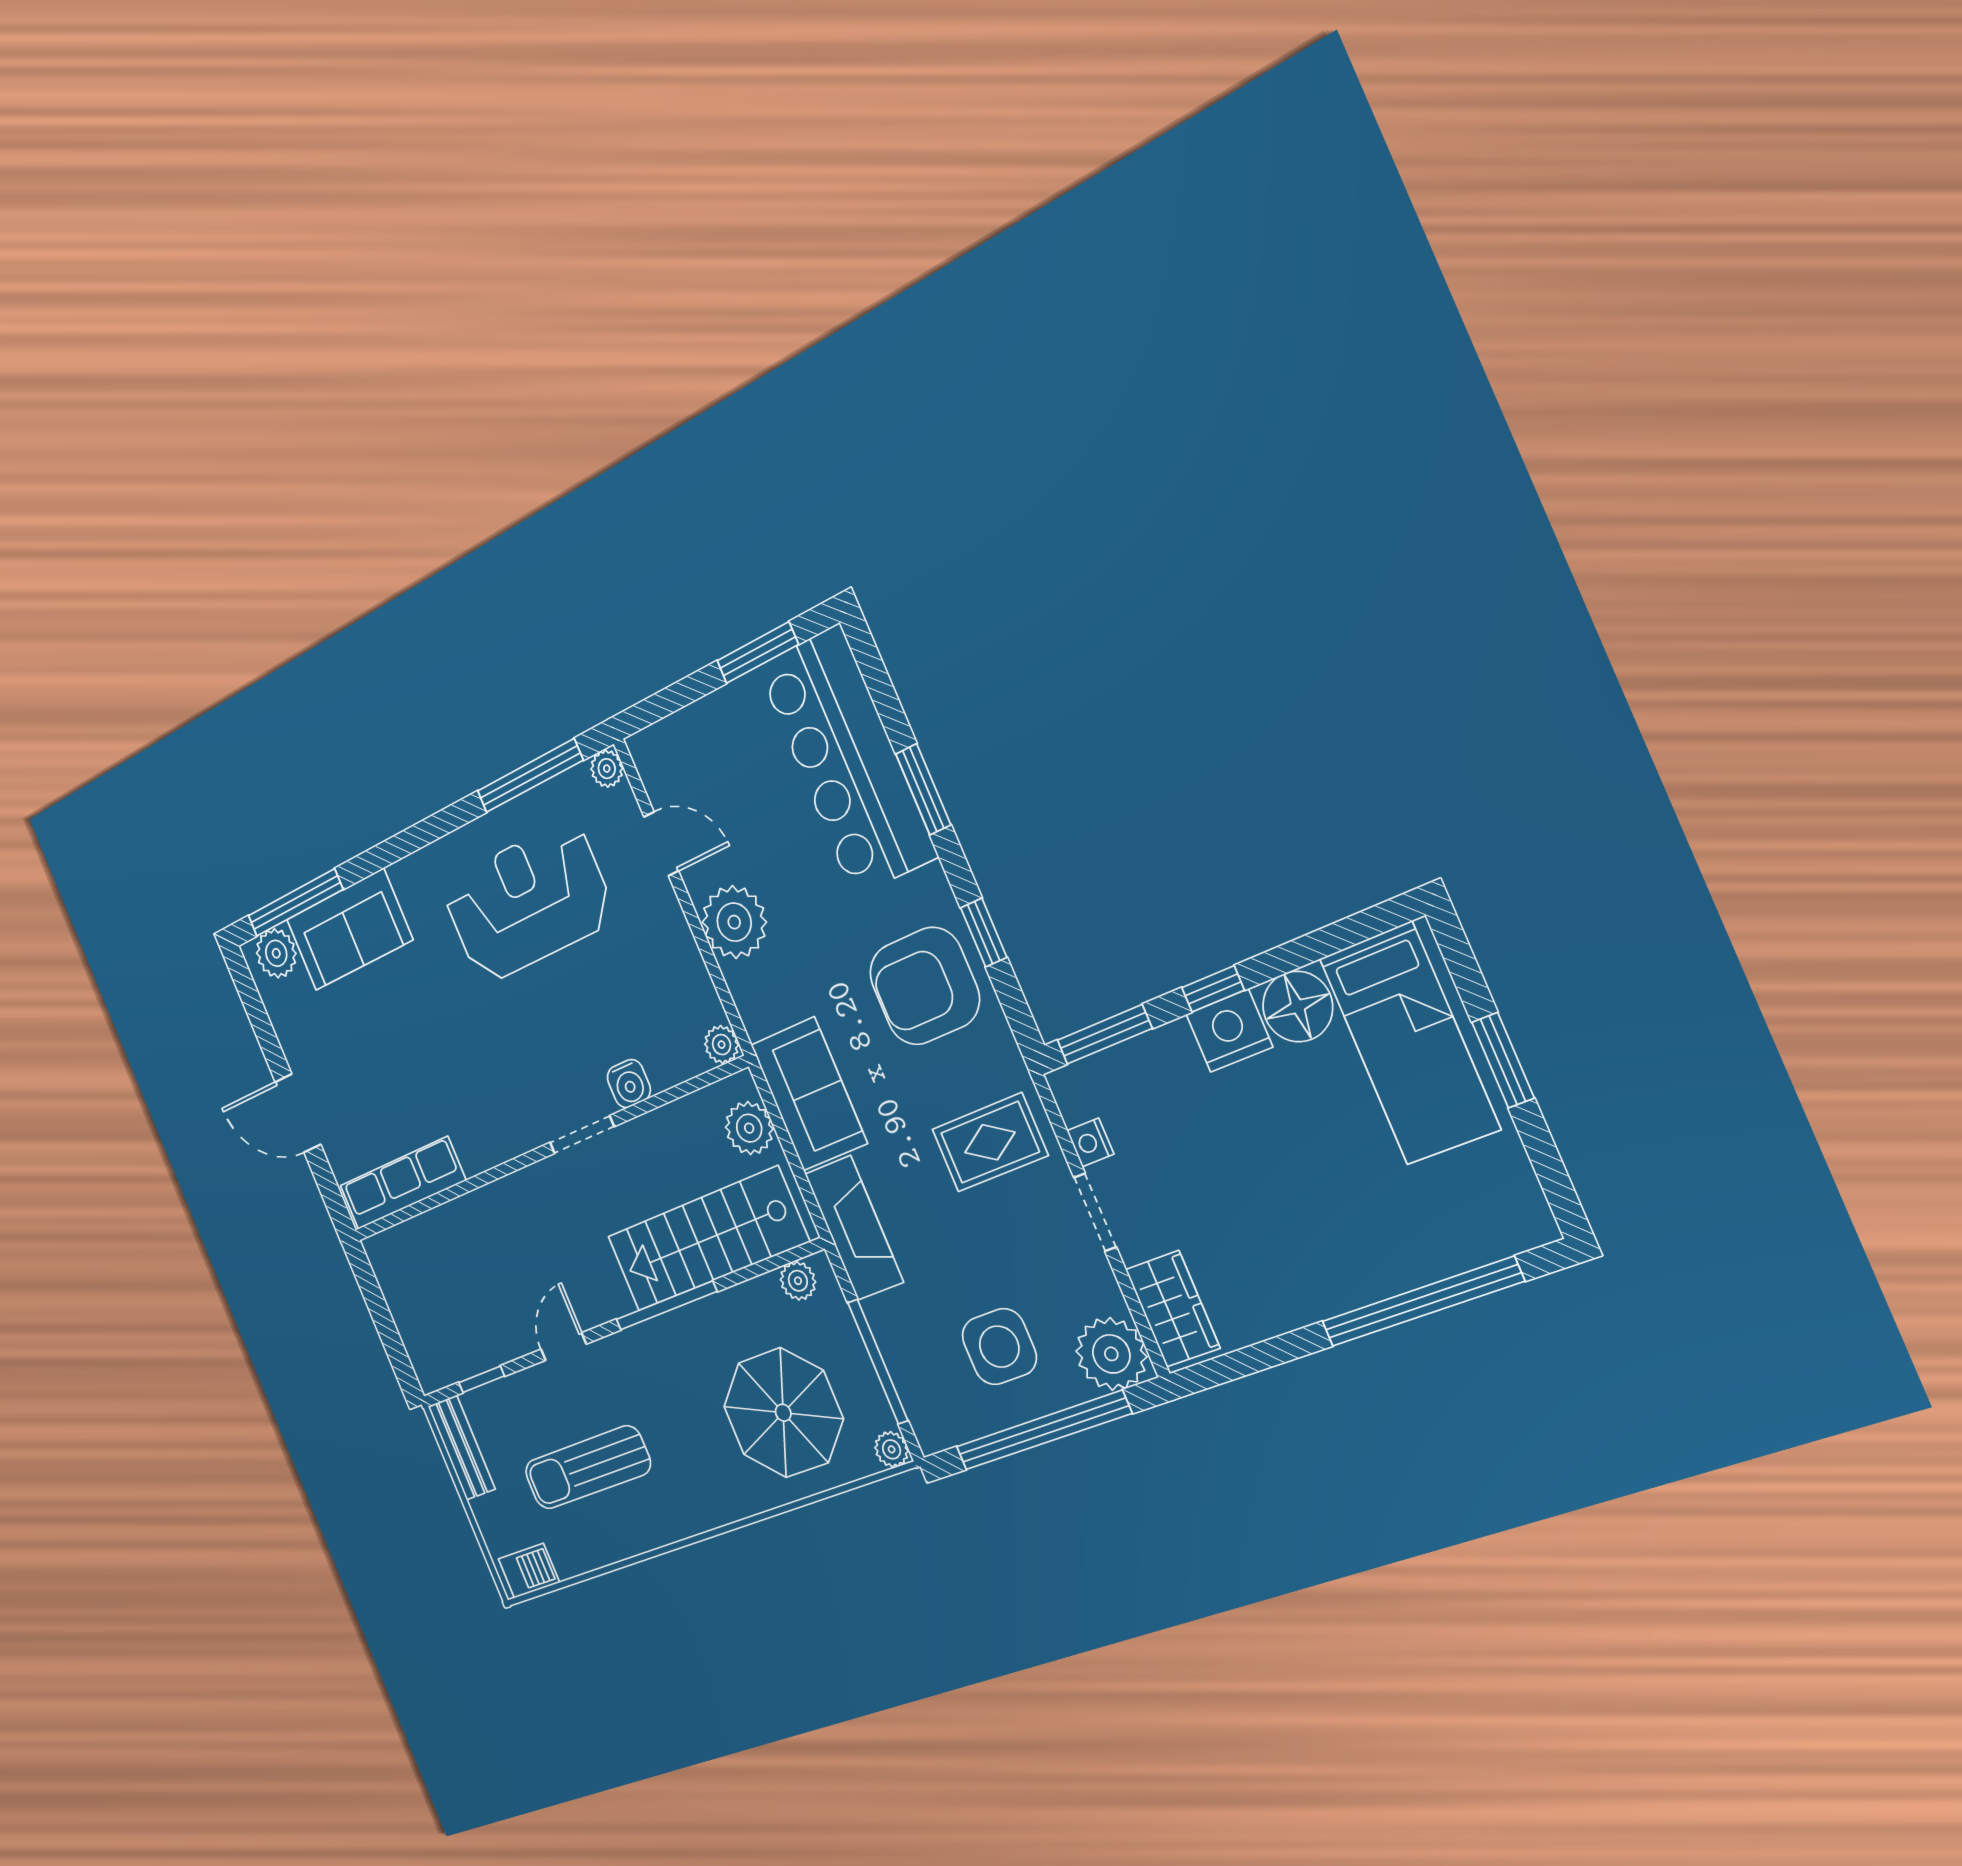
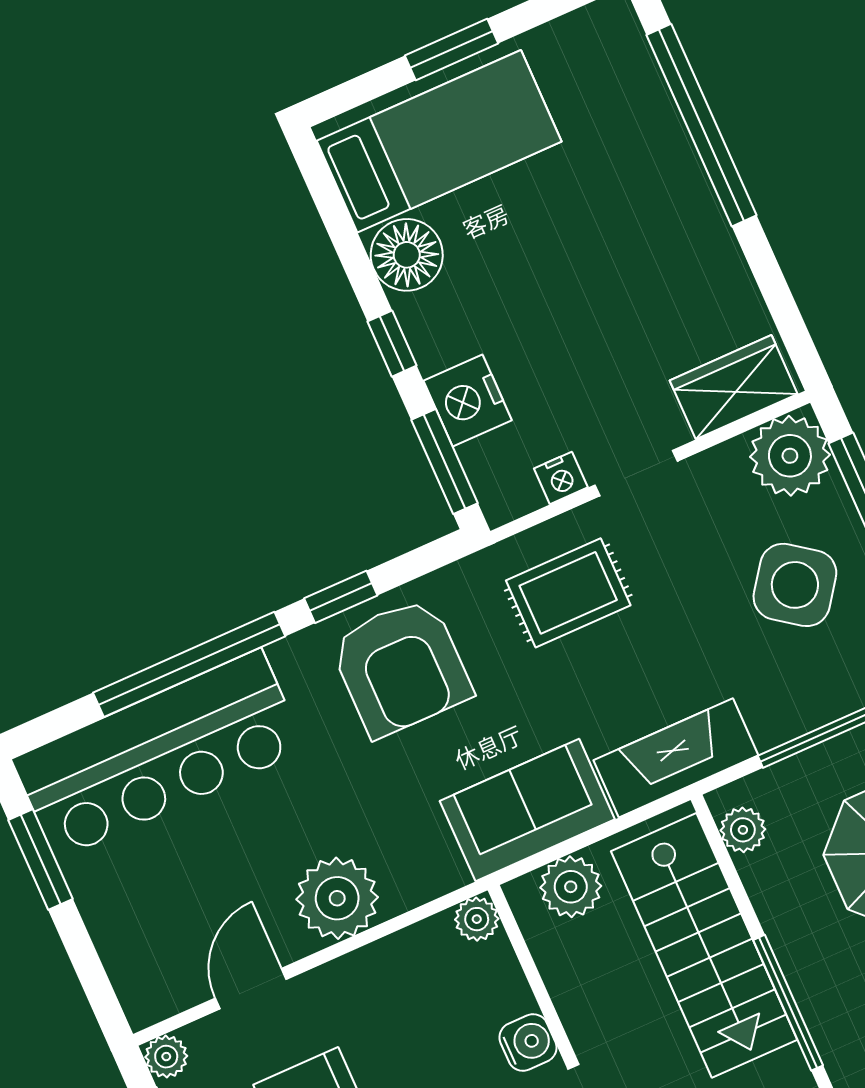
window: (923, 789) -> (189, 664), width x2.11
nightstand: (1229, 1031) -> (468, 401), moved
rug: (990, 1142) -> (568, 593), turned 90
side table: (999, 1347) -> (795, 585), turned 36

